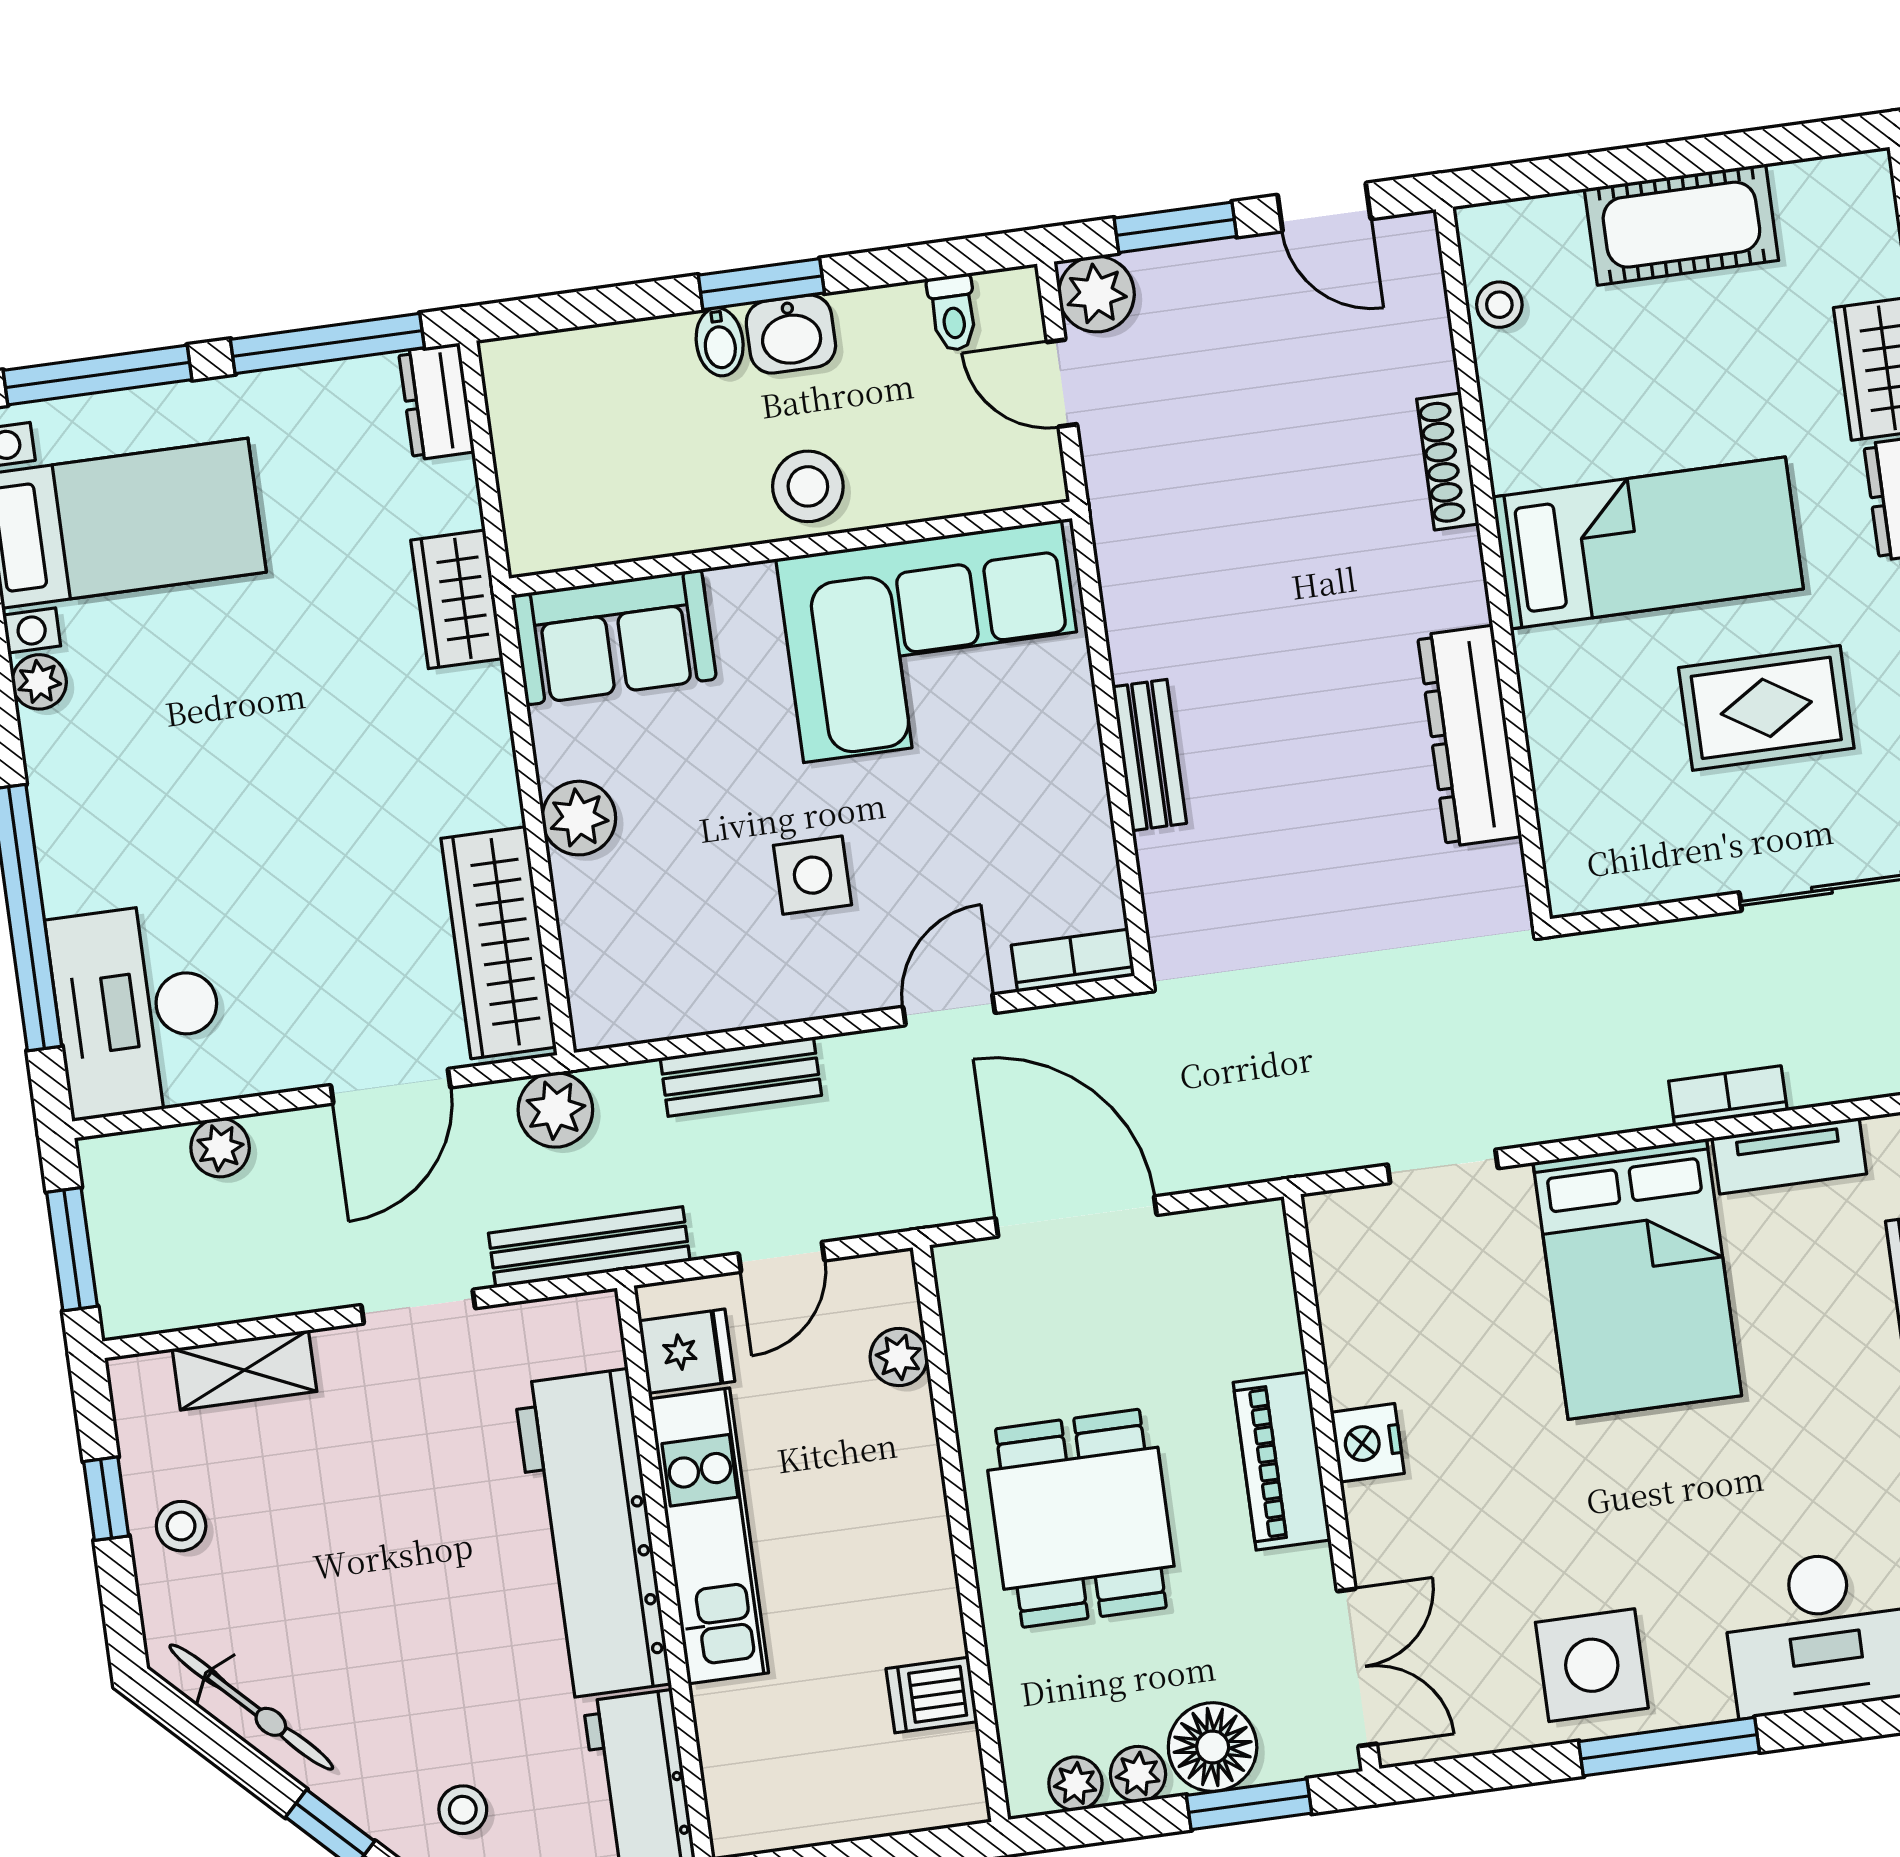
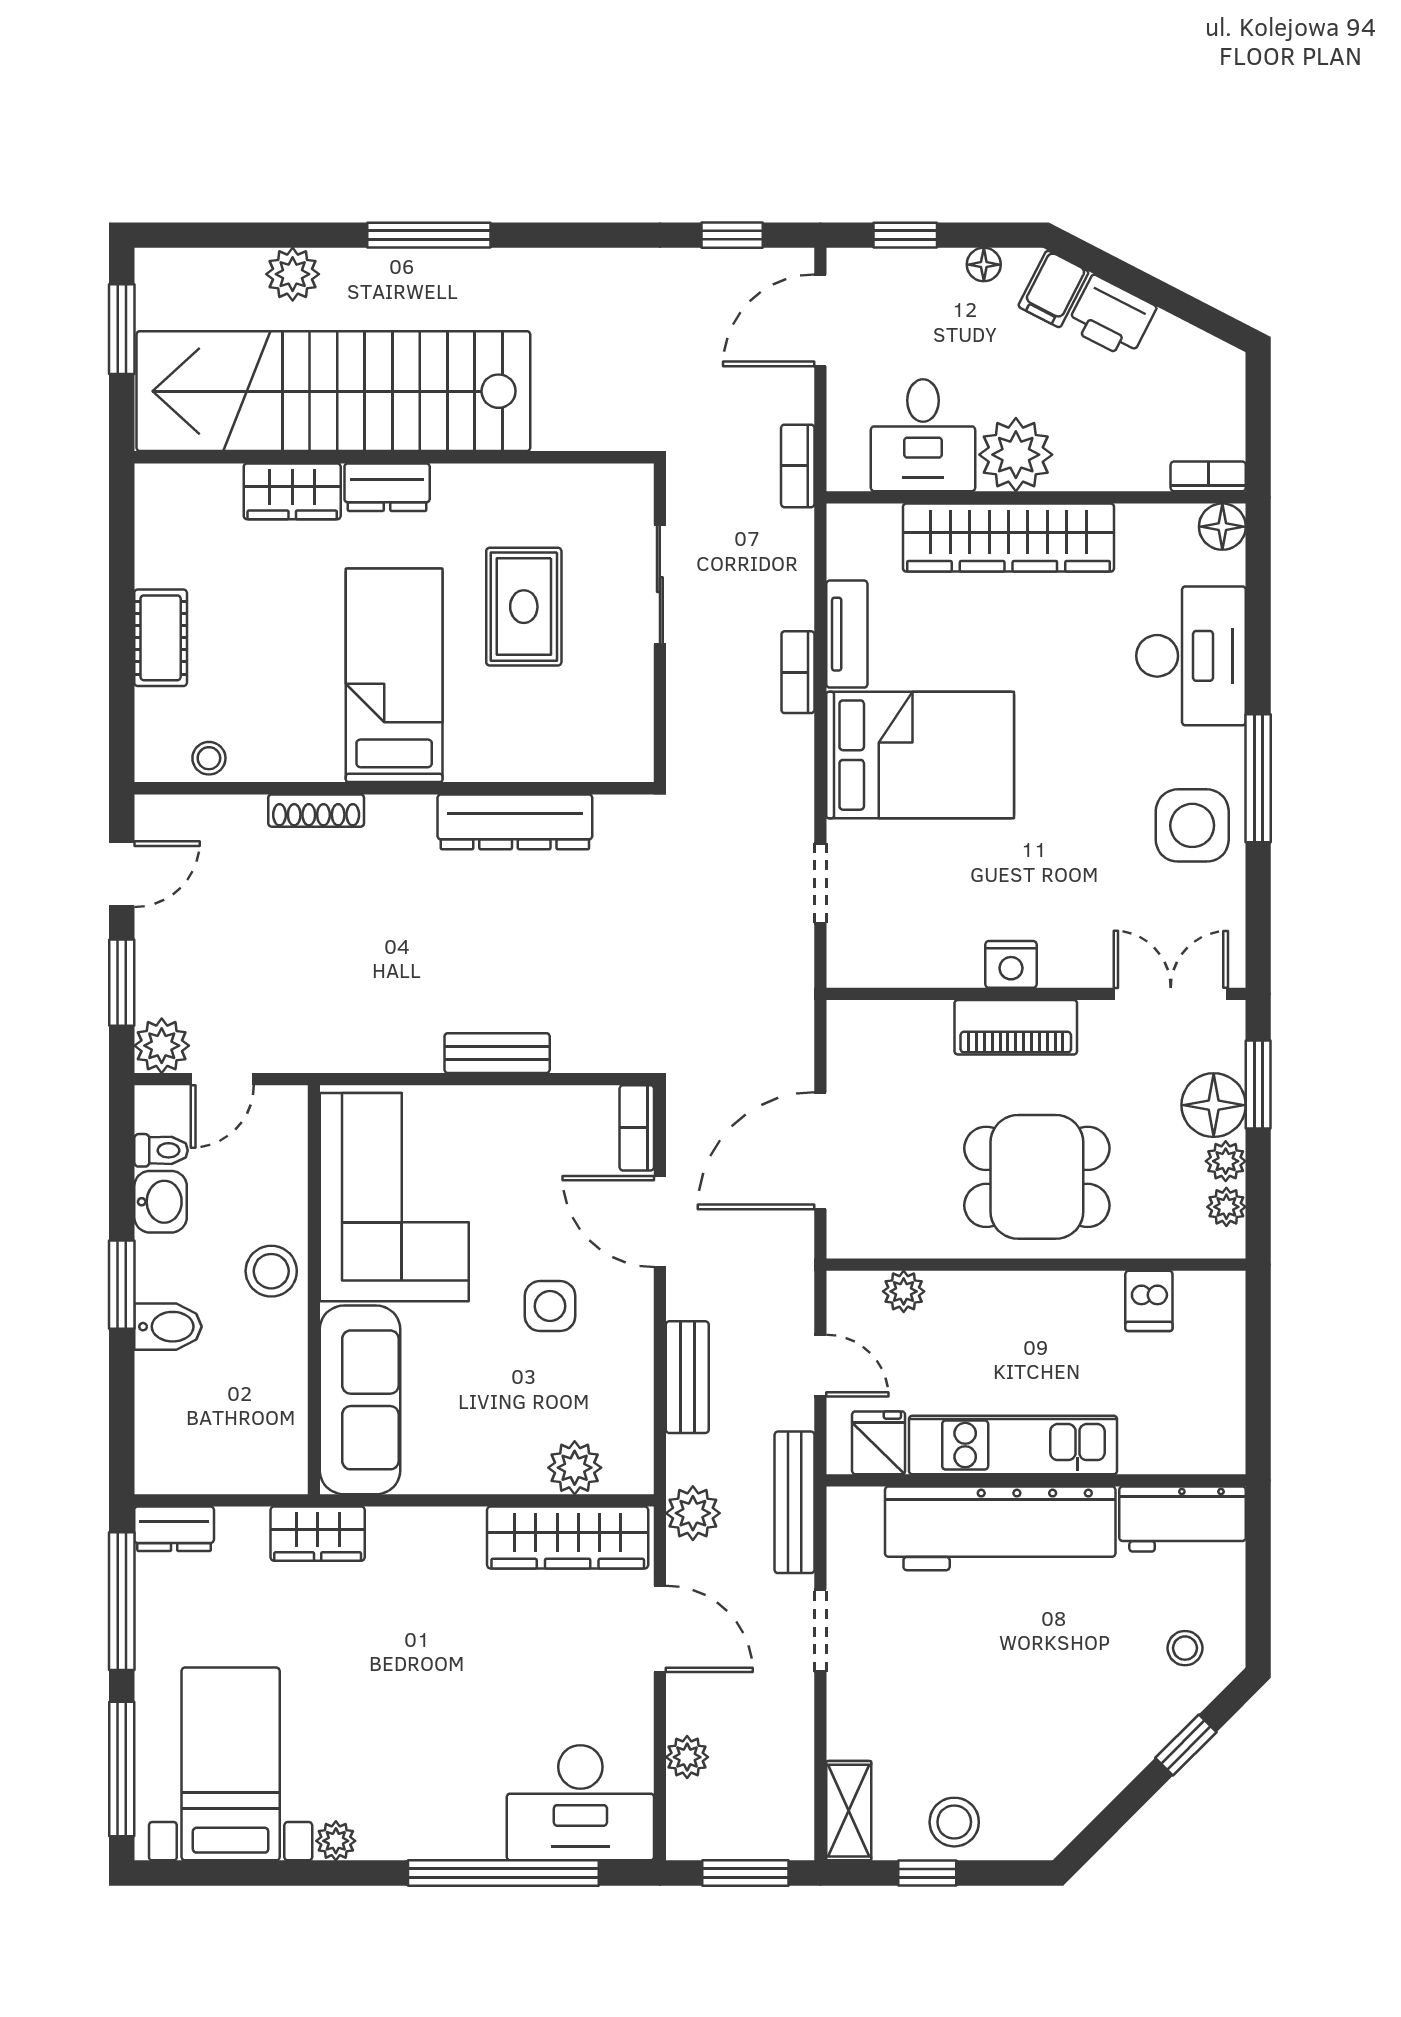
cot: (1681, 225) -> (161, 638), width x0.73, depth x0.75
washbasin: (791, 334) -> (161, 1202), moved
bidet: (720, 342) -> (168, 1327), width x1.38, depth x1.36
sofa: (614, 637) -> (360, 1400), width x1.36
plant: (579, 818) -> (575, 1468), moved
door: (949, 1010) -> (660, 1221), width x1.37
shelving: (244, 1370) -> (849, 1811), moved
stool: (181, 1526) -> (954, 1822), width x1.37, depth x1.37
bicycle: (251, 1707) -> (1091, 1789), removed

